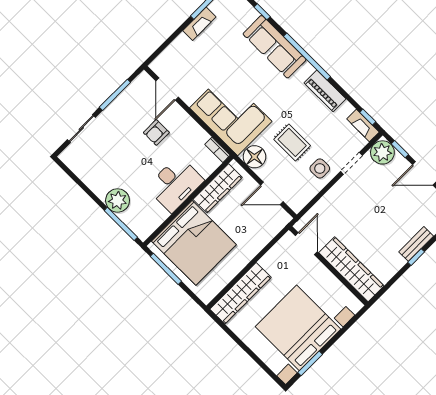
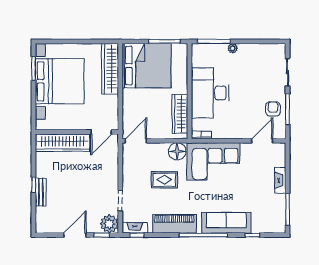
fireplace: (199, 24) -> (280, 180), moved
door: (167, 89) -> (262, 141), hinge flipped
piano: (325, 91) -> (174, 224), width x1.37, depth x1.33
armchair: (156, 132) -> (273, 109), moved
side table: (320, 168) -> (135, 181), removed
desk: (175, 184) -> (210, 93), width x1.36, depth x1.30
door: (272, 193) -> (136, 141), moved
plant: (118, 200) -> (233, 48), width x0.53, depth x0.53
bed: (194, 243) -> (146, 66), moved, turned 180
door: (306, 244) -> (101, 132), hinge flipped

